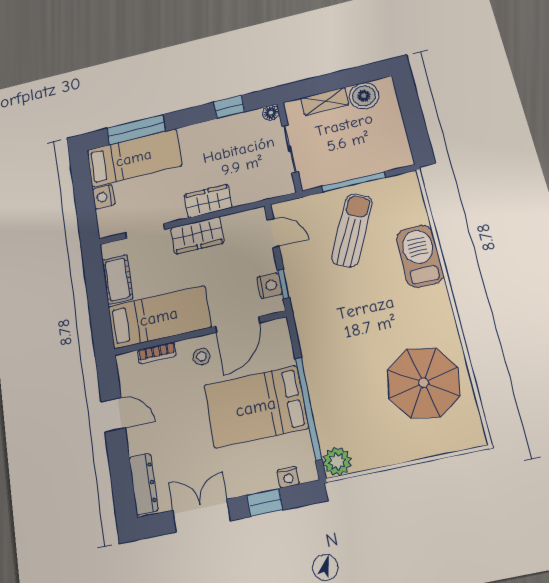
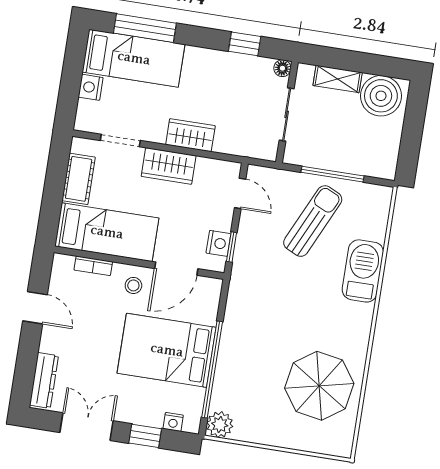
boiler: (364, 96) -> (381, 96), width x1.37, depth x1.37

